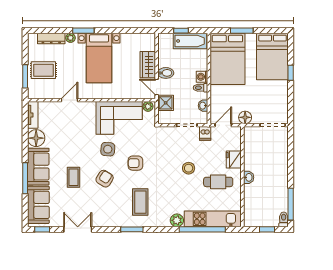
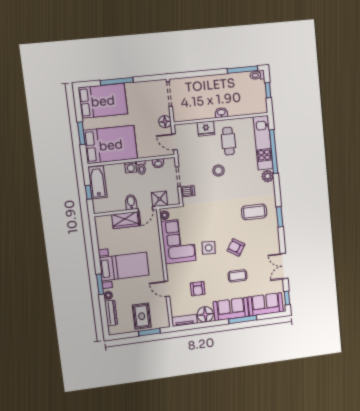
window: (291, 73) -> (117, 81), width x2.17
dishwasher: (205, 133) -> (188, 191), moved
armchair: (135, 163) -> (198, 289), moved

